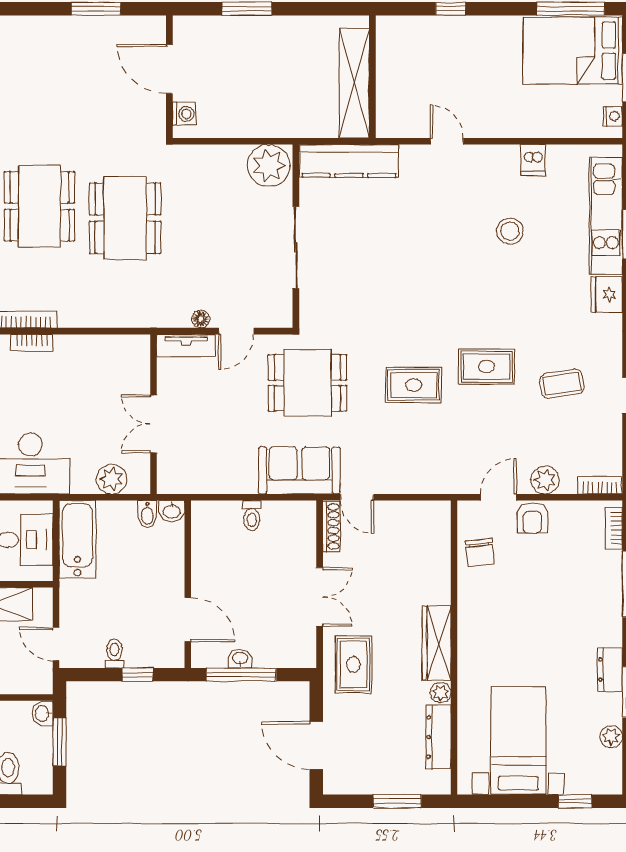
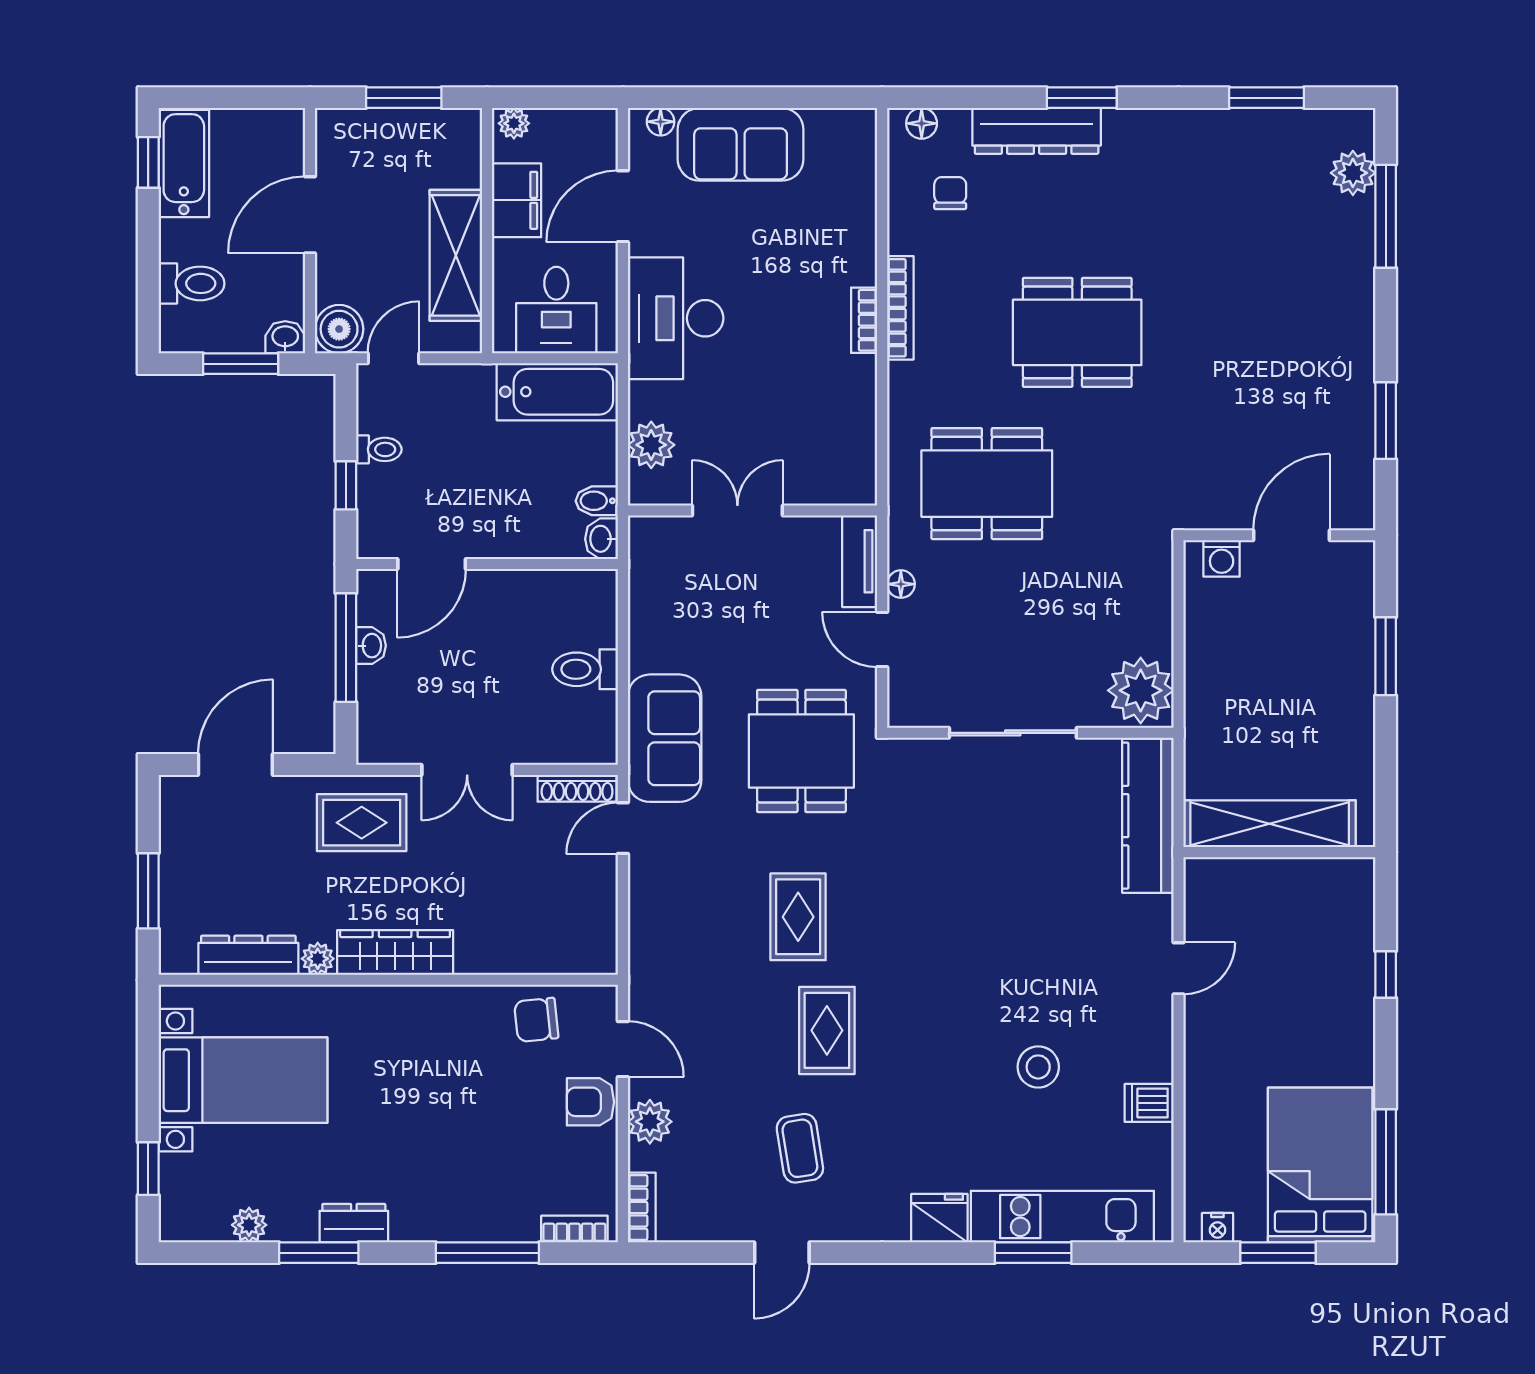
dining table: (125, 218) -> (987, 484), moved
toilet: (252, 516) -> (585, 669), width x1.37, depth x1.39
boiler: (37, 679) -> (339, 329), added

